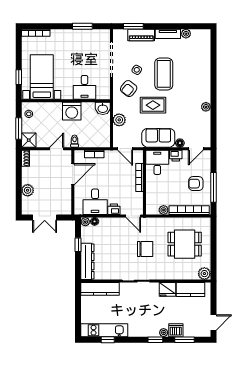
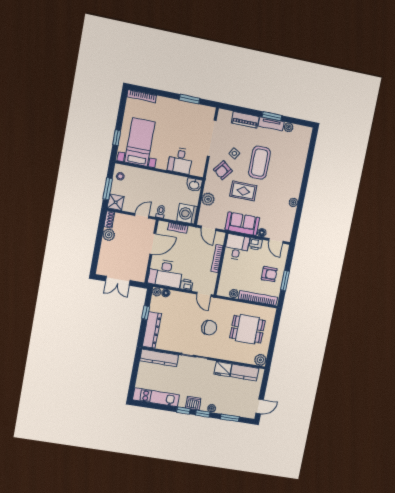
window: (133, 26) -> (272, 116), moved
washing machine: (72, 111) -> (187, 214), moved, turned 90
door: (196, 149) -> (276, 241), hinge flipped
armchair: (196, 184) -> (269, 274), turned 180
window: (213, 187) -> (285, 281), width x0.69
plant: (28, 190) -> (109, 235), moved
desk: (95, 202) -> (165, 273), width x1.37
dishwasher: (176, 330) -> (193, 403), moved
window: (108, 340) -> (183, 411), moved

